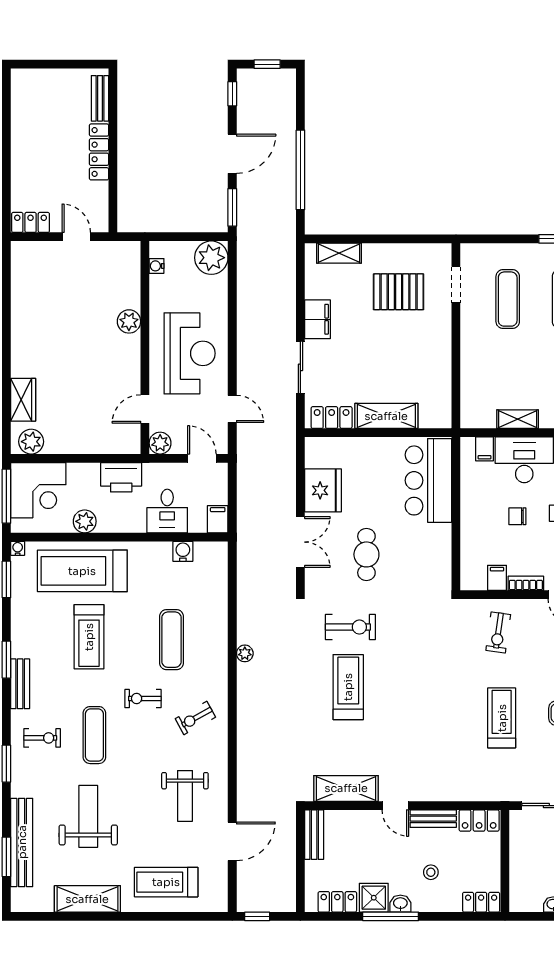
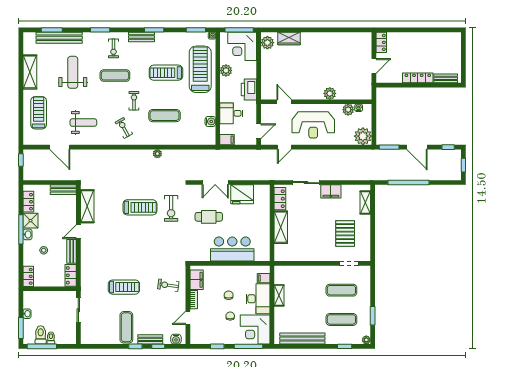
plant: (160, 443) -> (348, 110), moved
bar counter: (428, 480) -> (232, 249), moved
filing cabinet: (497, 578) -> (197, 280), width x2.00
weight bench: (185, 796) -> (83, 123), turned 180
weight bench: (88, 816) -> (73, 72), turned -90

